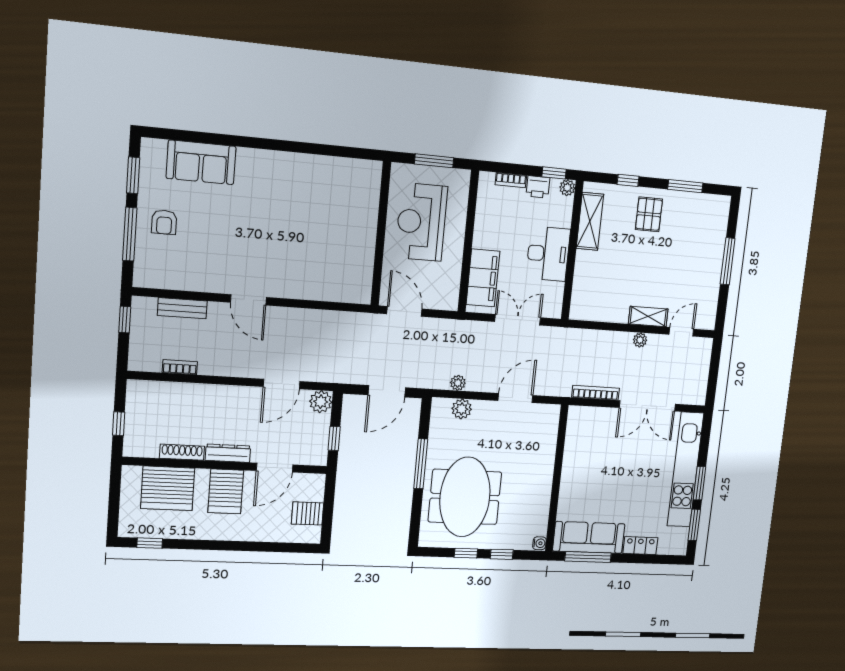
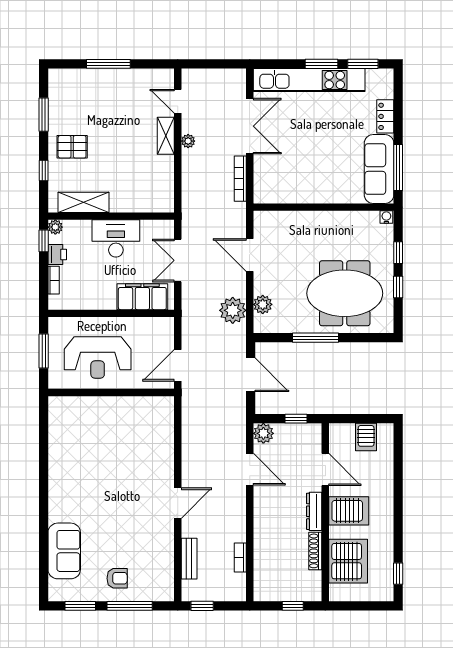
plant: (458, 383) -> (233, 310), width x1.88, depth x1.88

